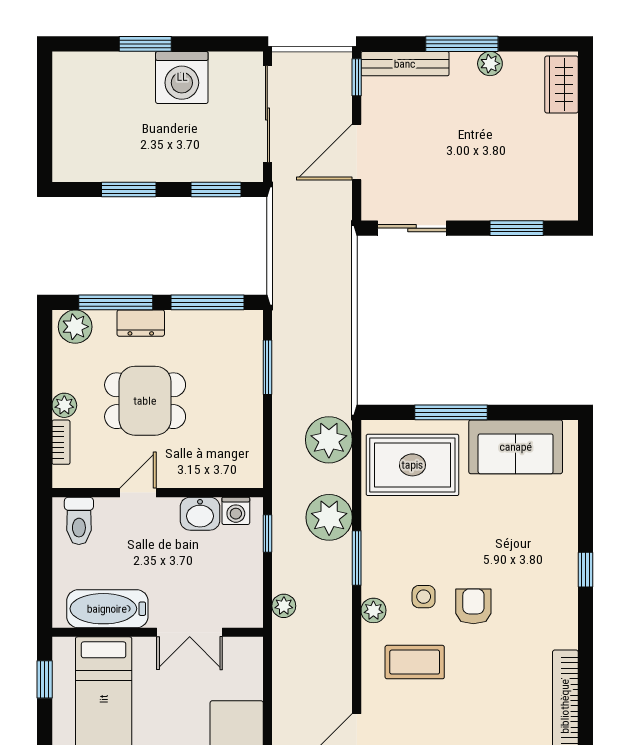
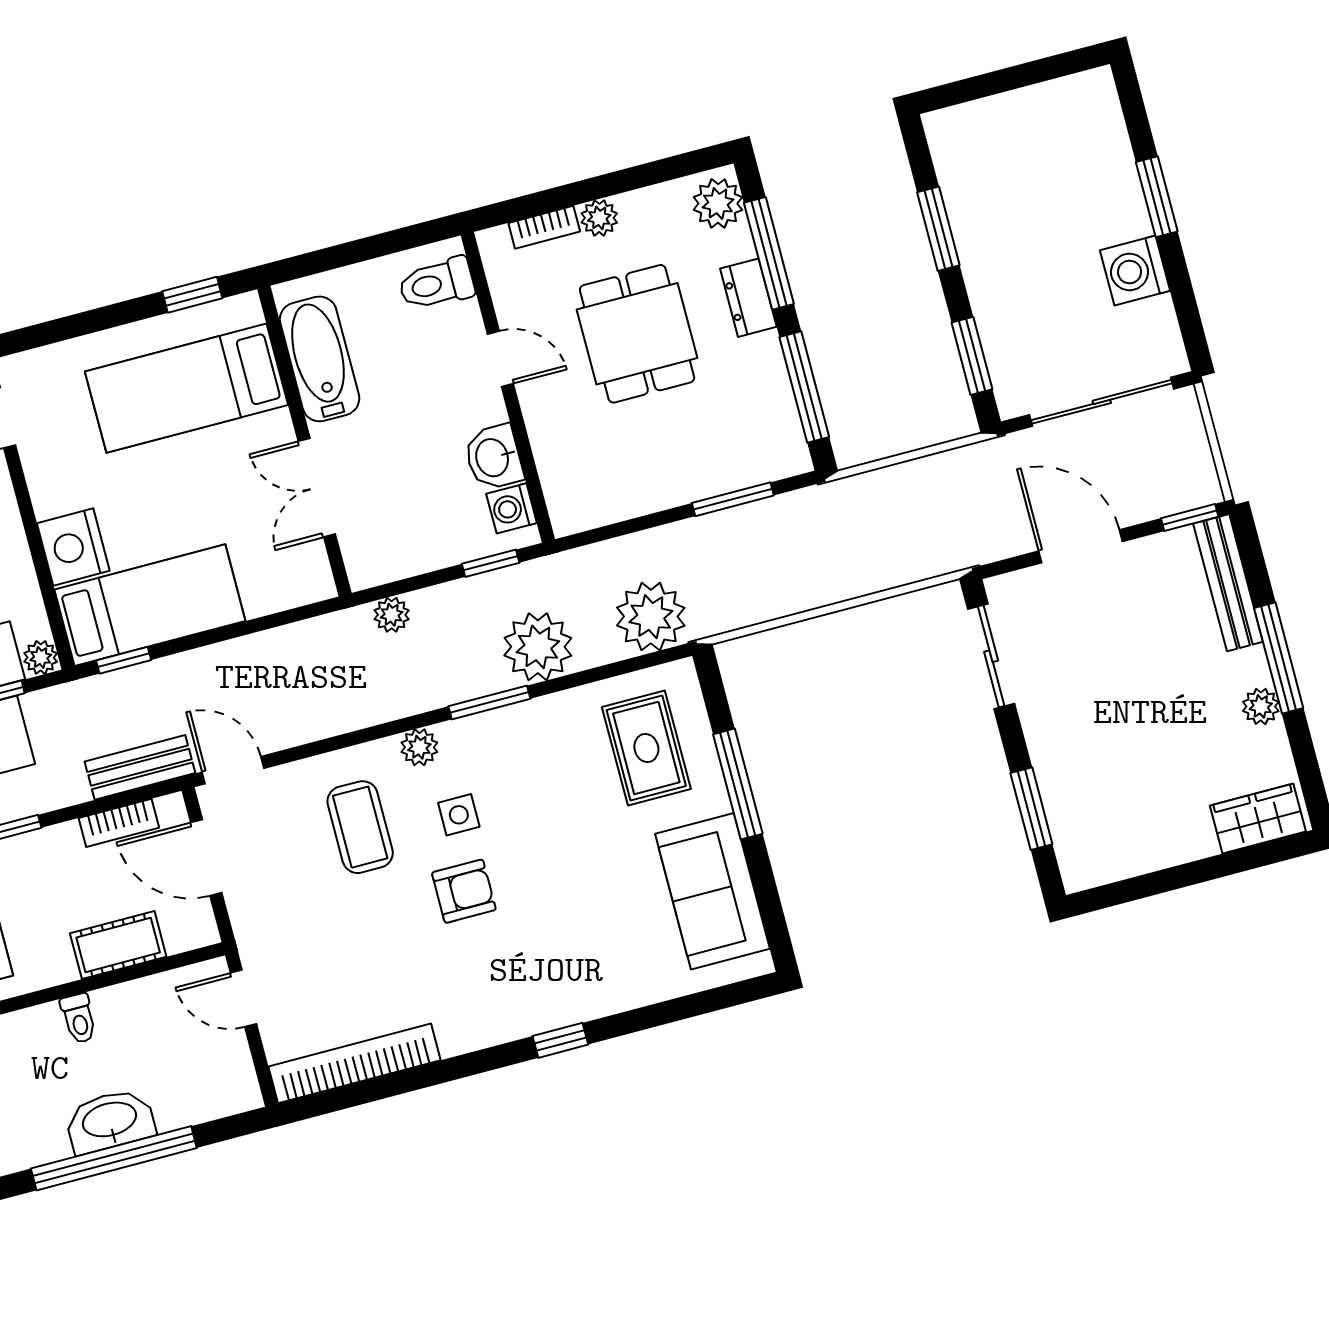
washing machine: (182, 77) -> (1135, 271), width x0.73, depth x0.73
rug: (412, 465) -> (646, 748), width x0.73, depth x0.70

